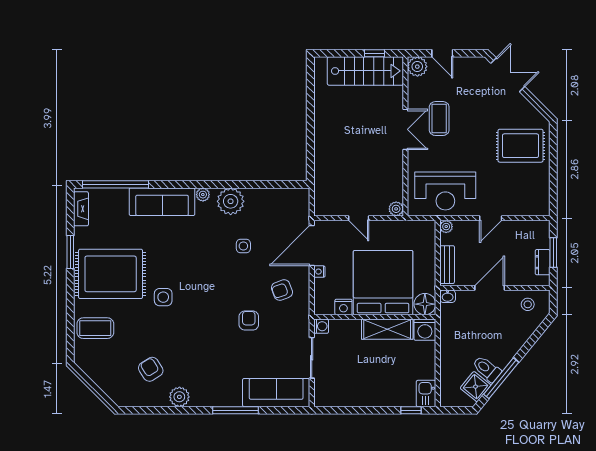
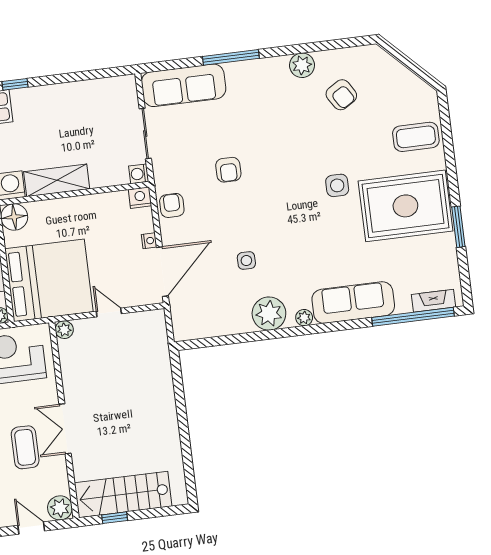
fireplace: (81, 209) -> (433, 301), moved, turned 90
bed: (383, 283) -> (49, 280), moved, turned -90
armchair: (282, 290) -> (172, 205), moved, turned -70
nightstand: (343, 307) -> (140, 198), moved

